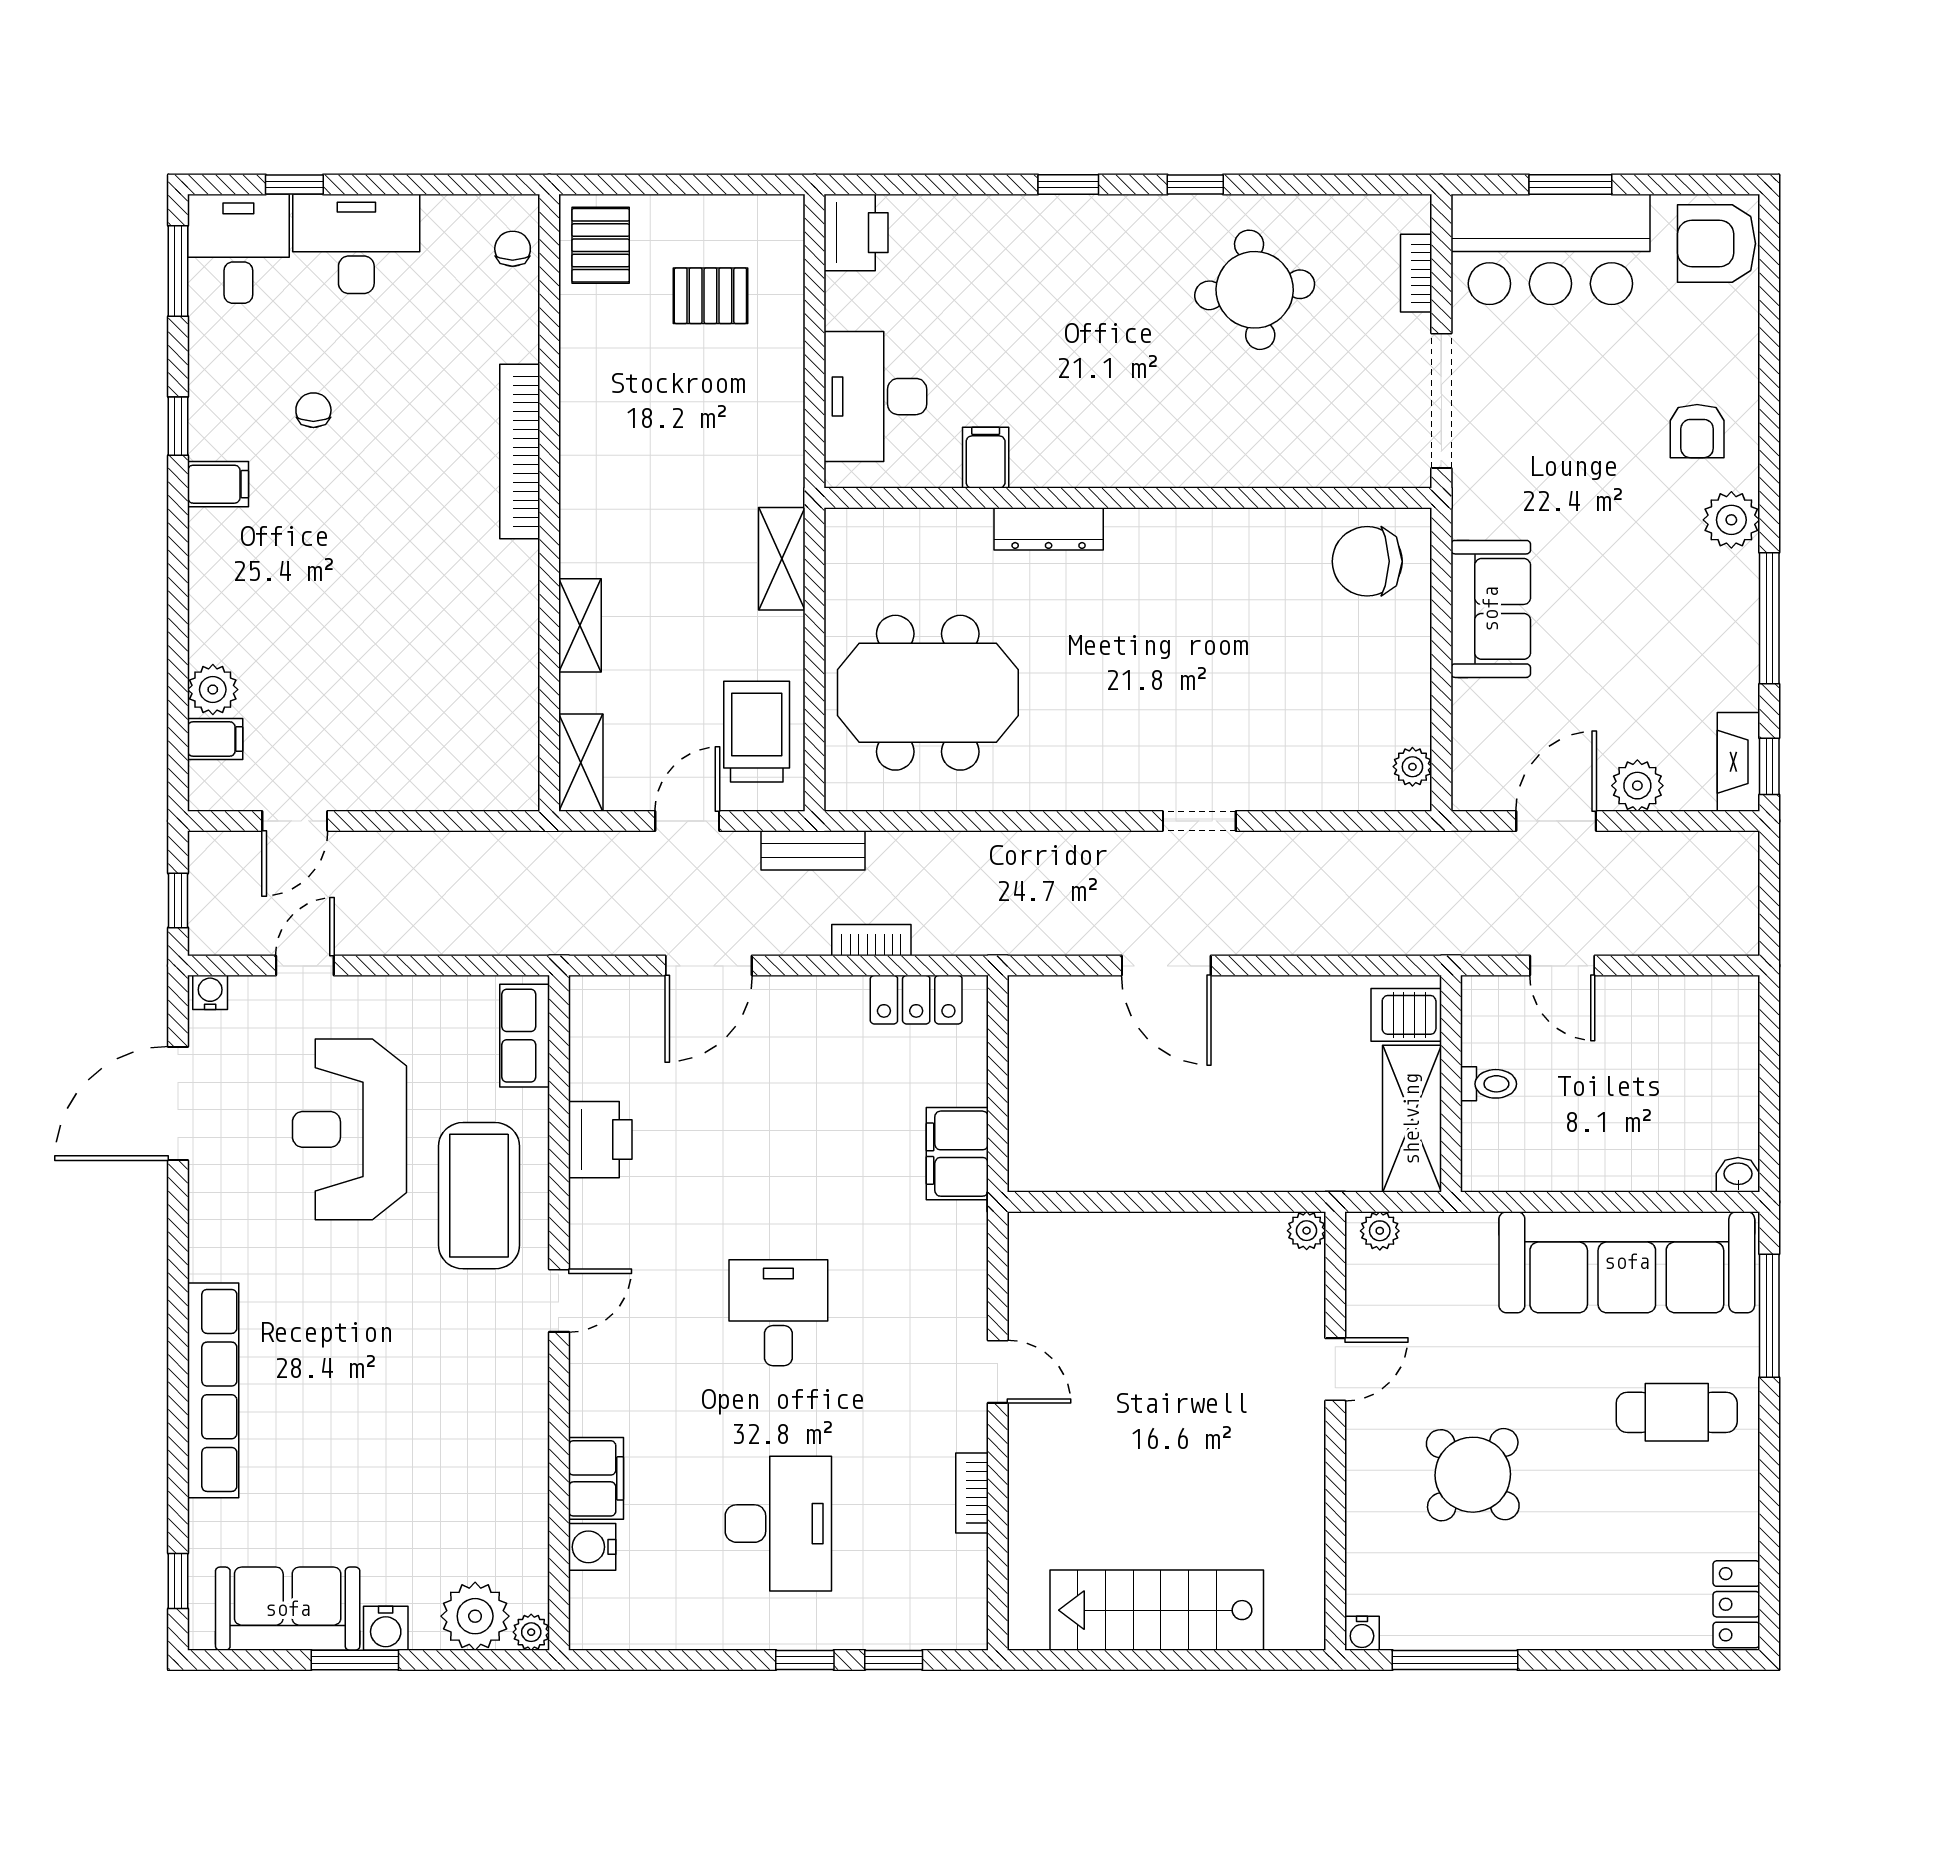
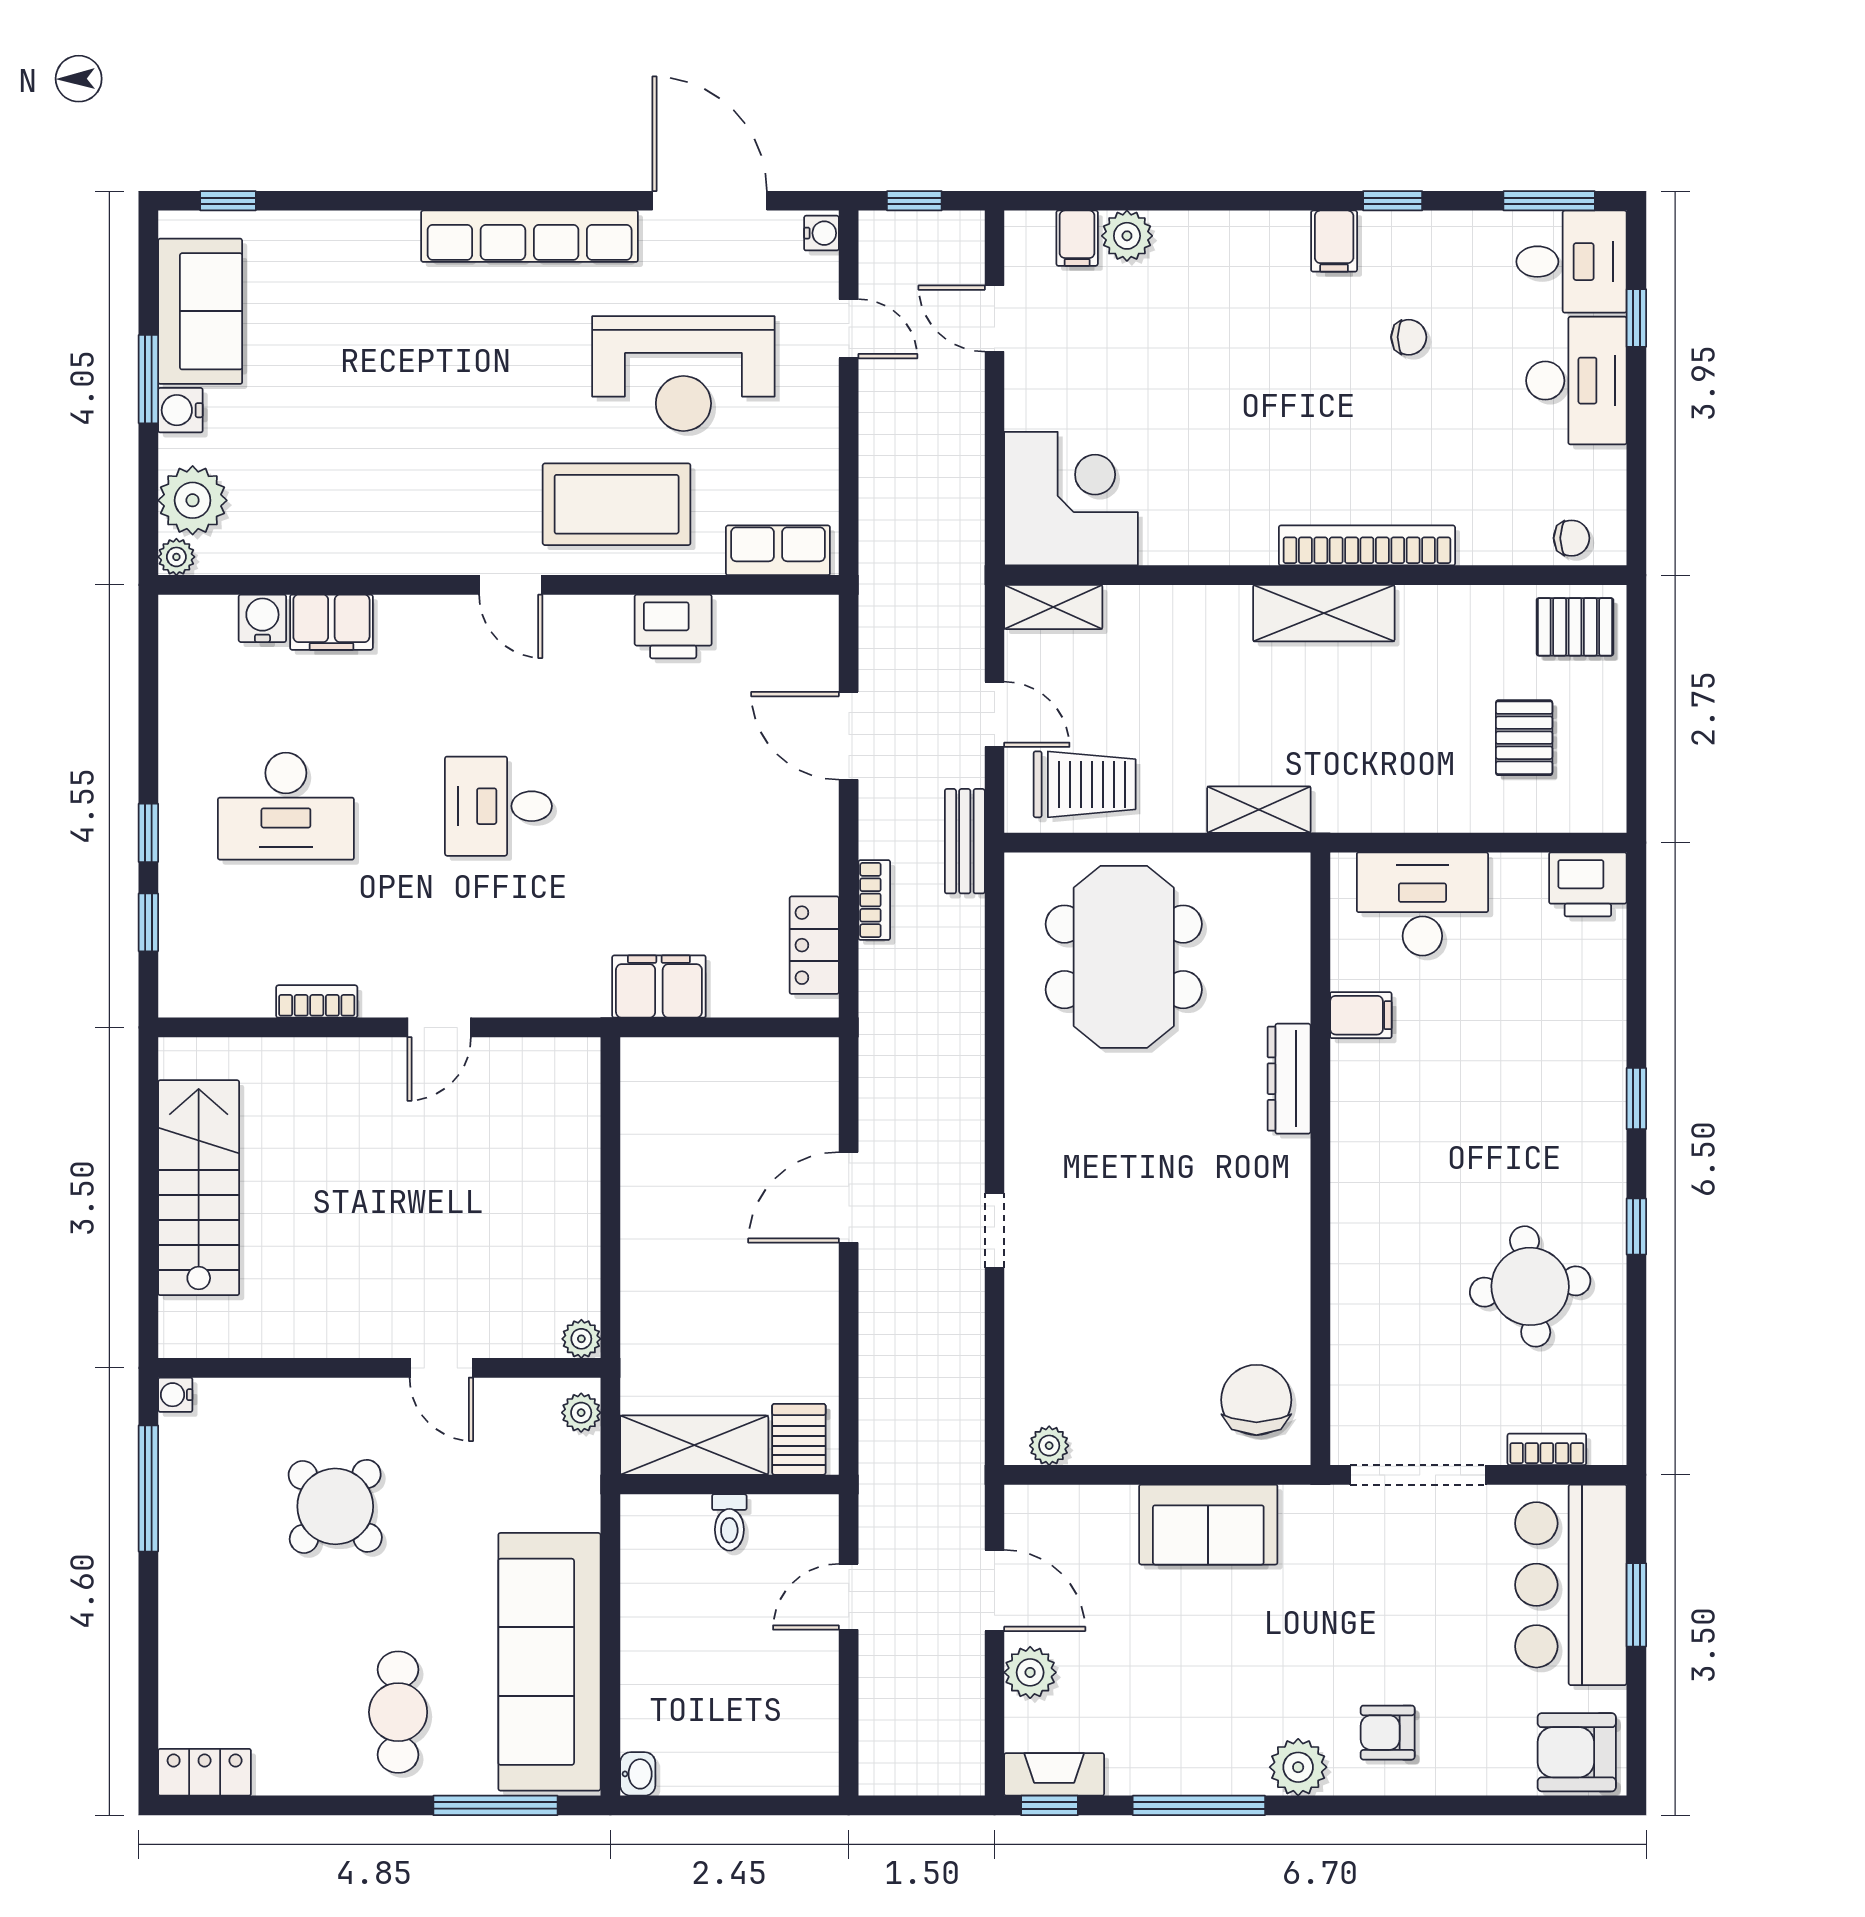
armchair: (1717, 243) -> (1577, 1752), turned -90
shelving: (580, 625) -> (1324, 613), moved, width x1.50, depth x1.33
corner desk: (473, 745) -> (1071, 499), added
reception desk: (349, 1129) -> (683, 374), turned 180
desk: (778, 1313) -> (498, 806), turned 180
row of seats: (213, 1390) -> (530, 236), moved

